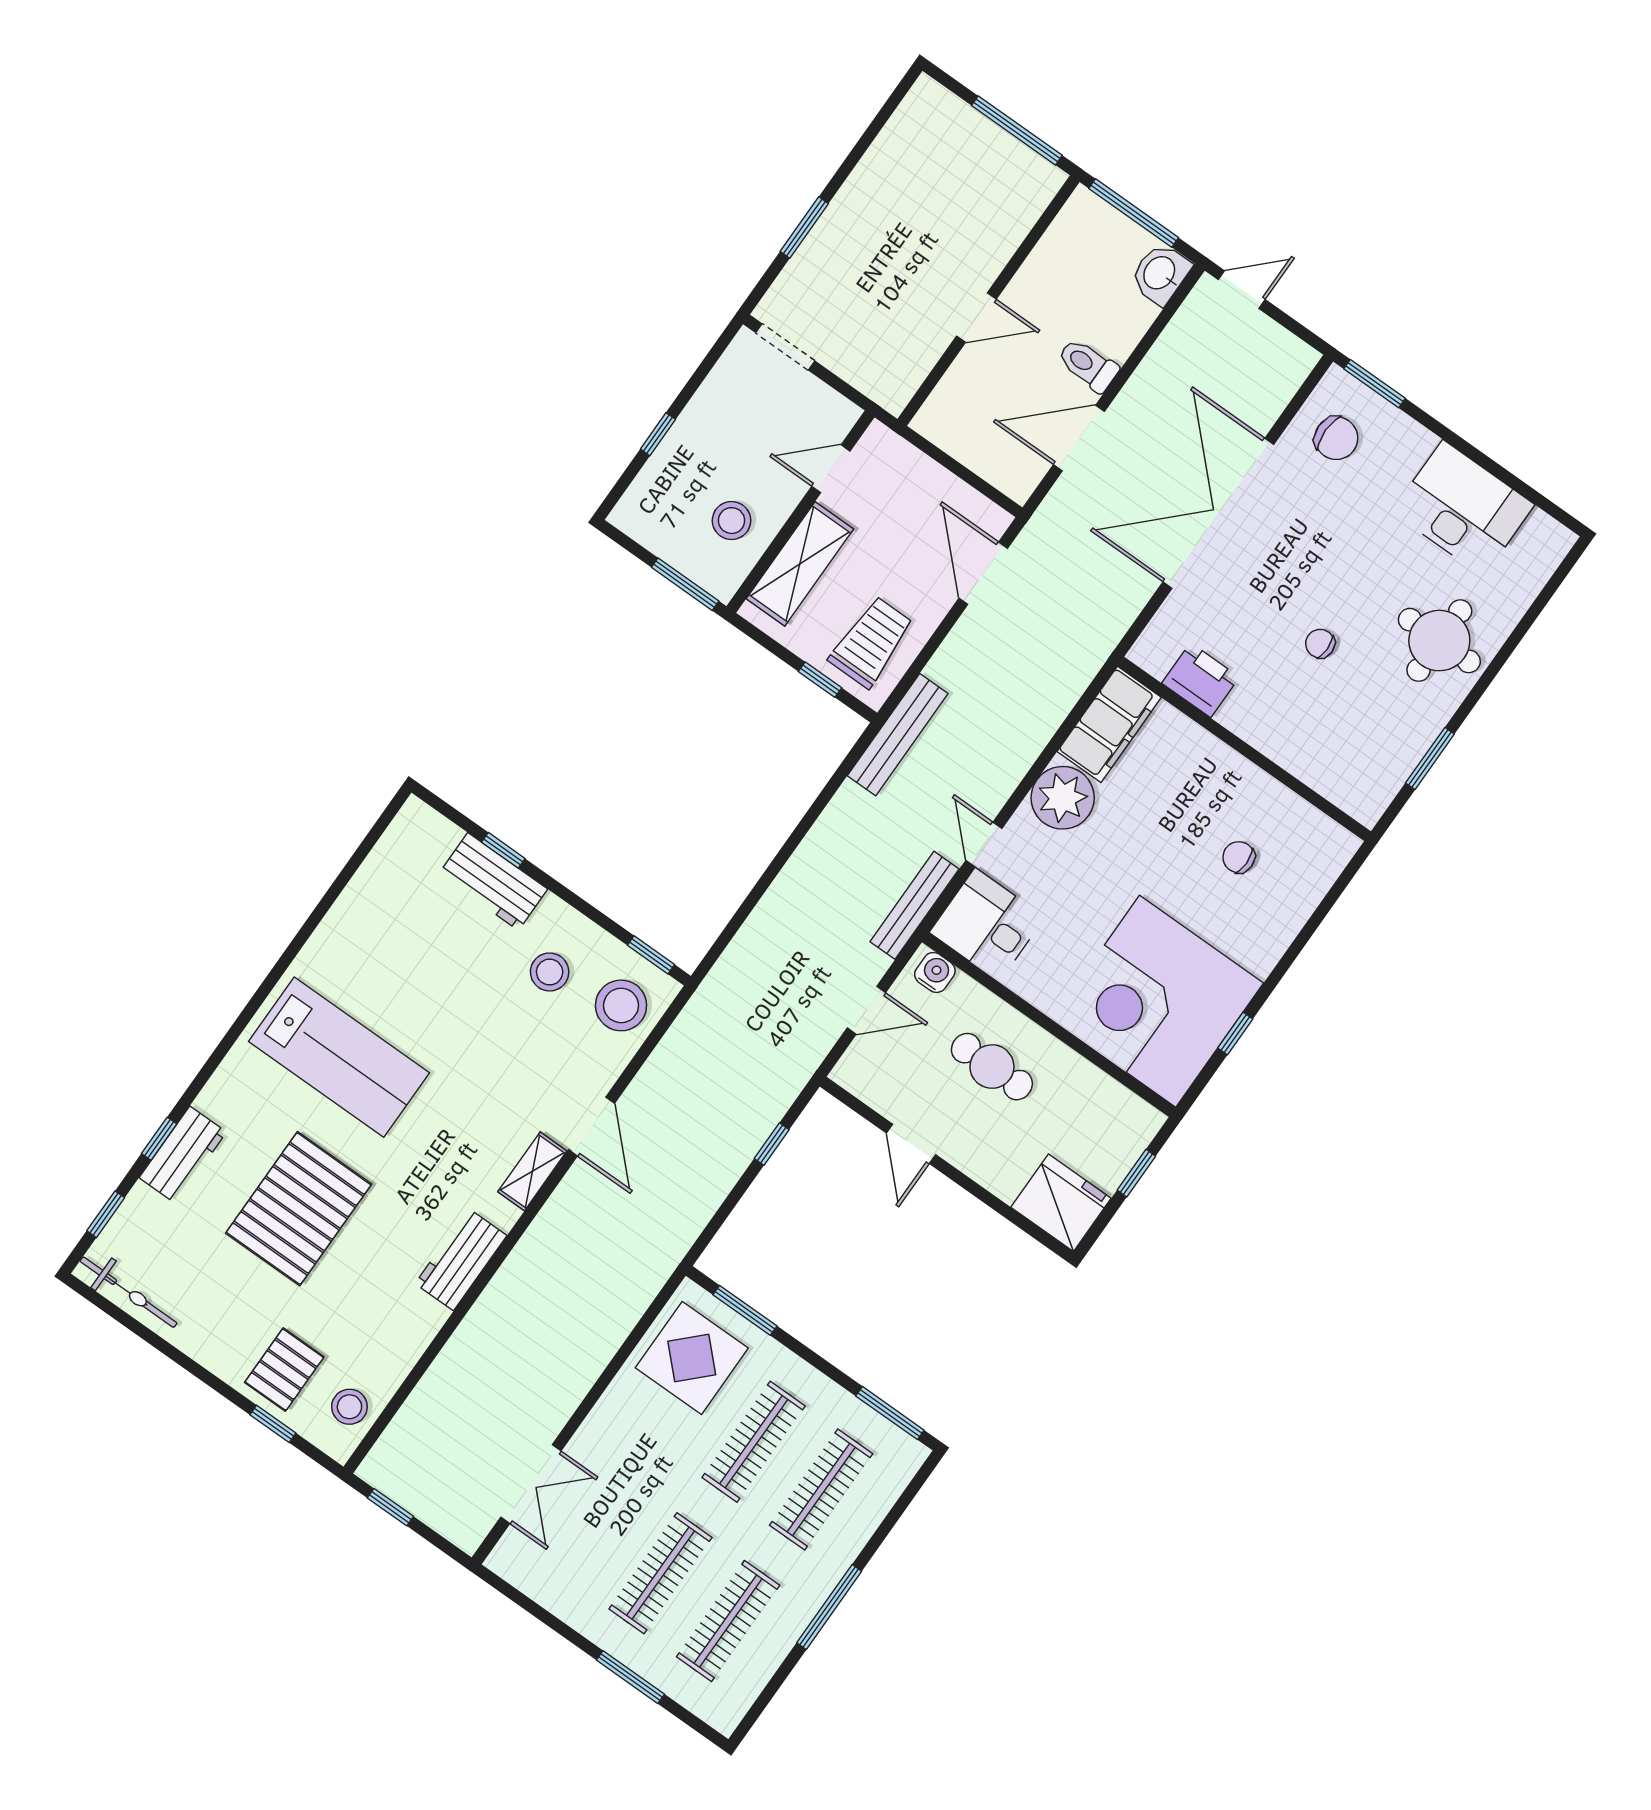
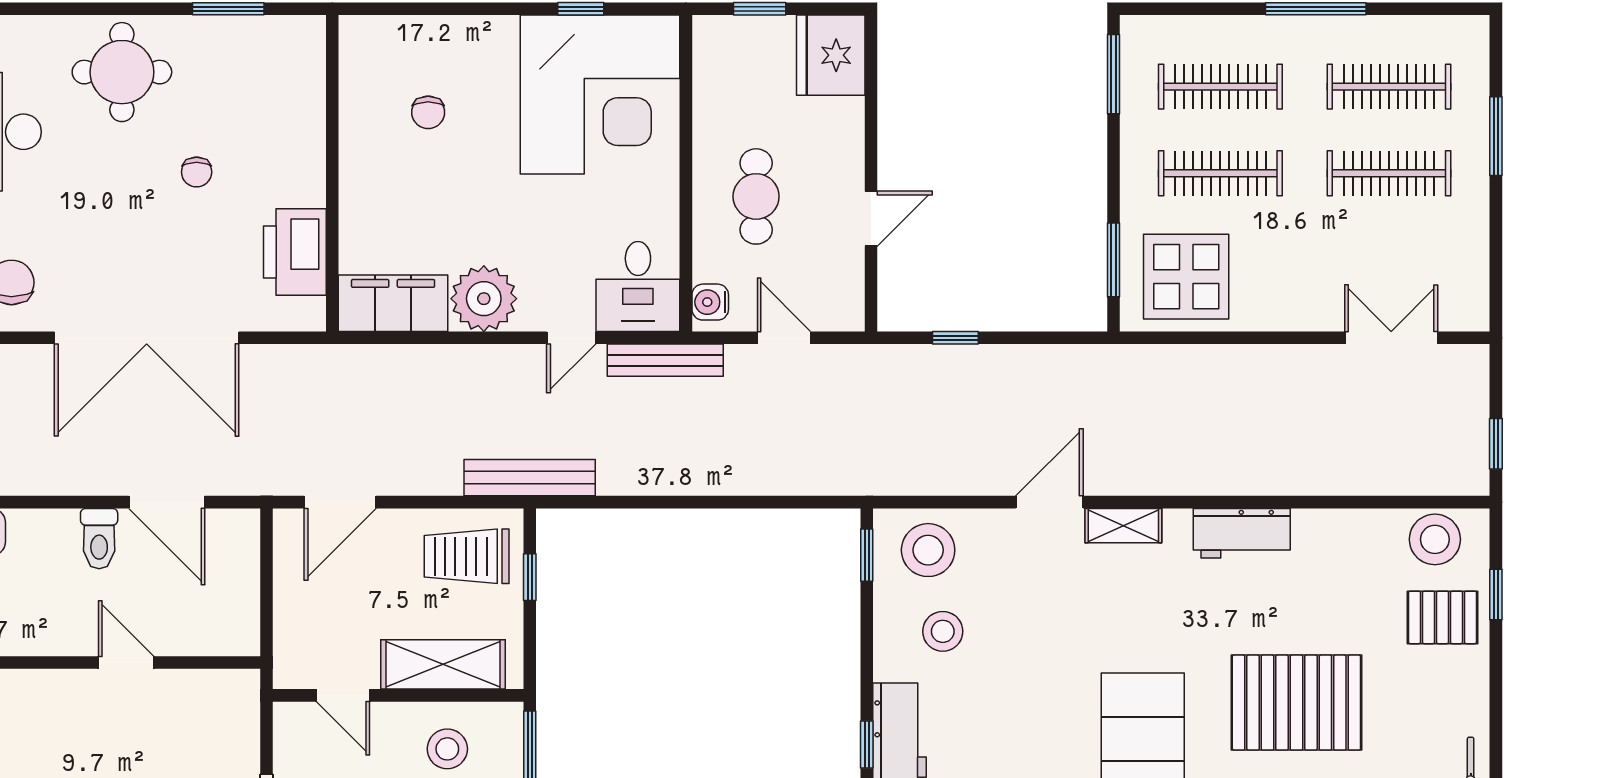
printer: (1201, 680) -> (295, 252), width x1.37, depth x1.19
stool: (349, 1407) -> (1435, 539), width x1.38, depth x1.38

